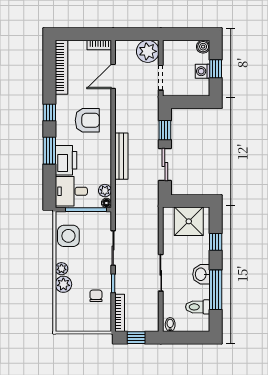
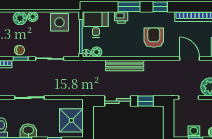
armchair: (87, 120) -> (154, 38), turned 180
printer: (66, 160) -> (121, 17), width x0.53, depth x0.68
chair: (96, 296) -> (20, 50), moved

